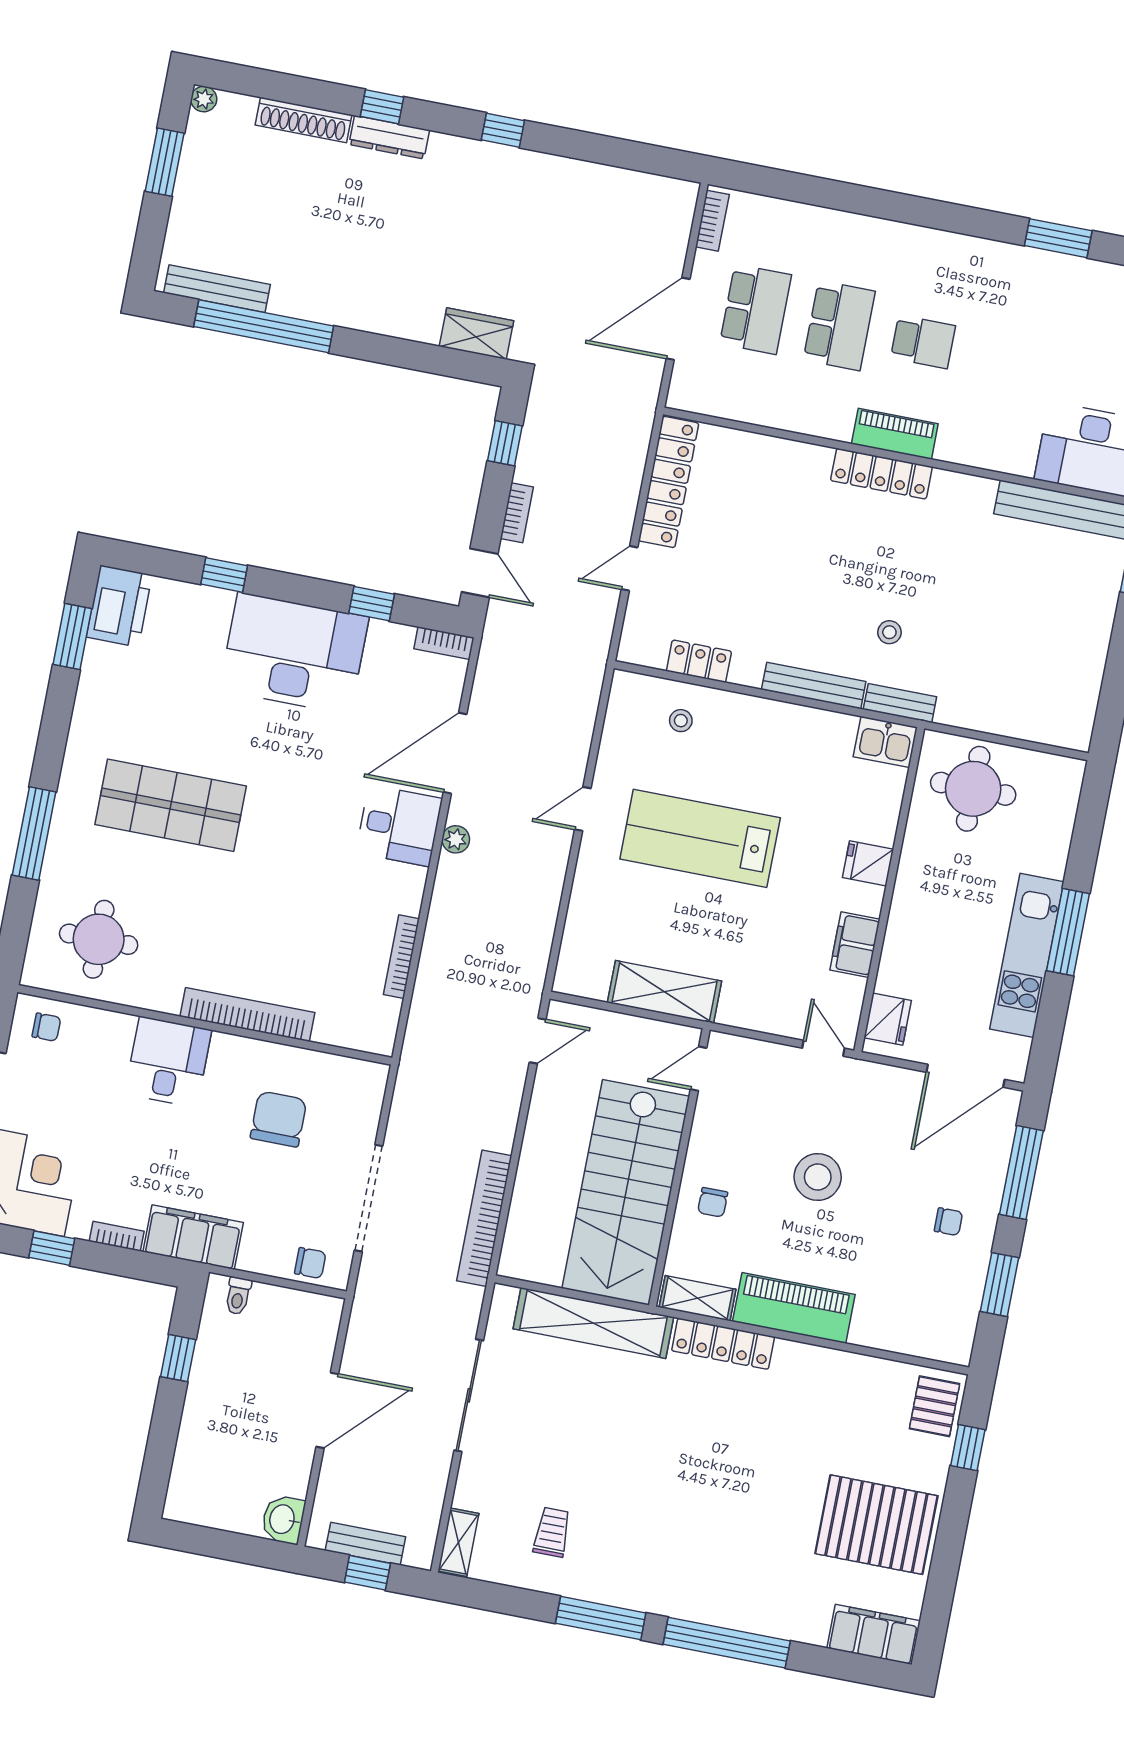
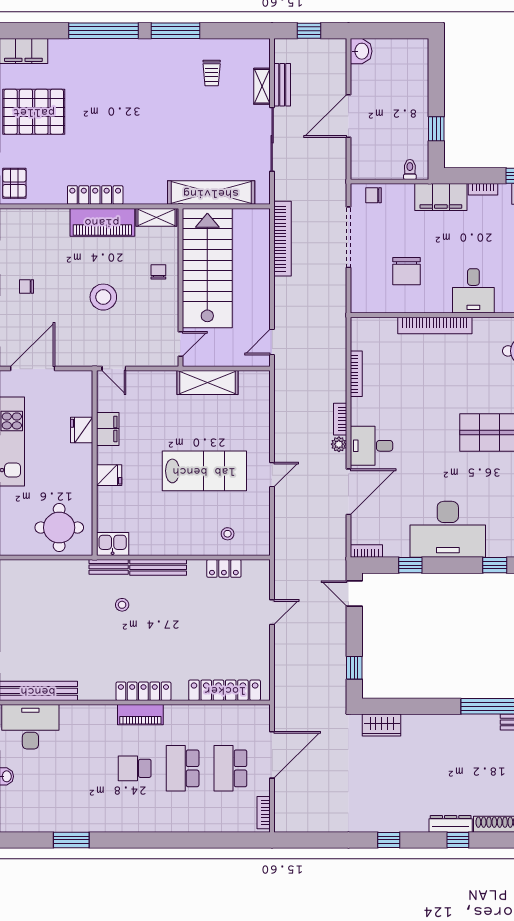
locker: (669, 482) -> (225, 690), moved, turned 90
bookcase: (517, 513) -> (340, 419), moved
fridge: (888, 1019) -> (82, 430), moved
locker: (723, 1344) -> (95, 195), moved
shelving: (458, 1542) -> (262, 86), moved
bench: (365, 1544) -> (282, 85), moved, turned 90

